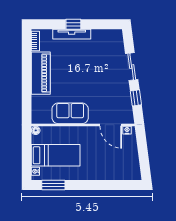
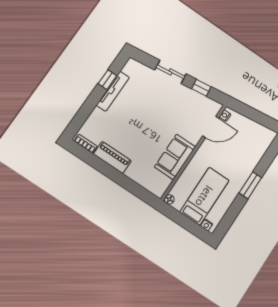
window: (73, 24) -> (107, 80), moved
tv unit: (72, 34) -> (113, 91), moved
piano: (41, 73) -> (112, 157), width x0.73, depth x0.75
window: (53, 185) -> (250, 185), moved

